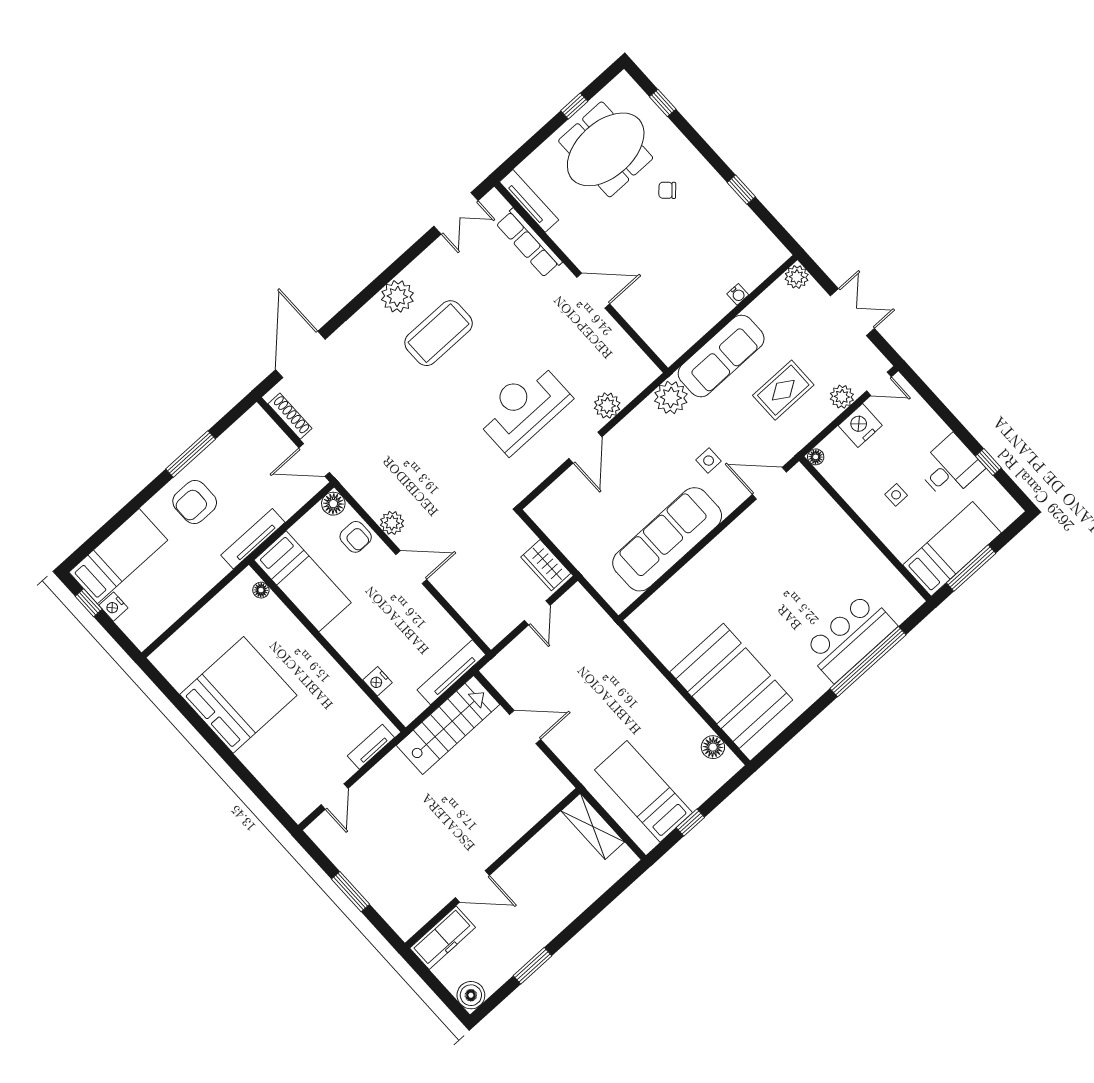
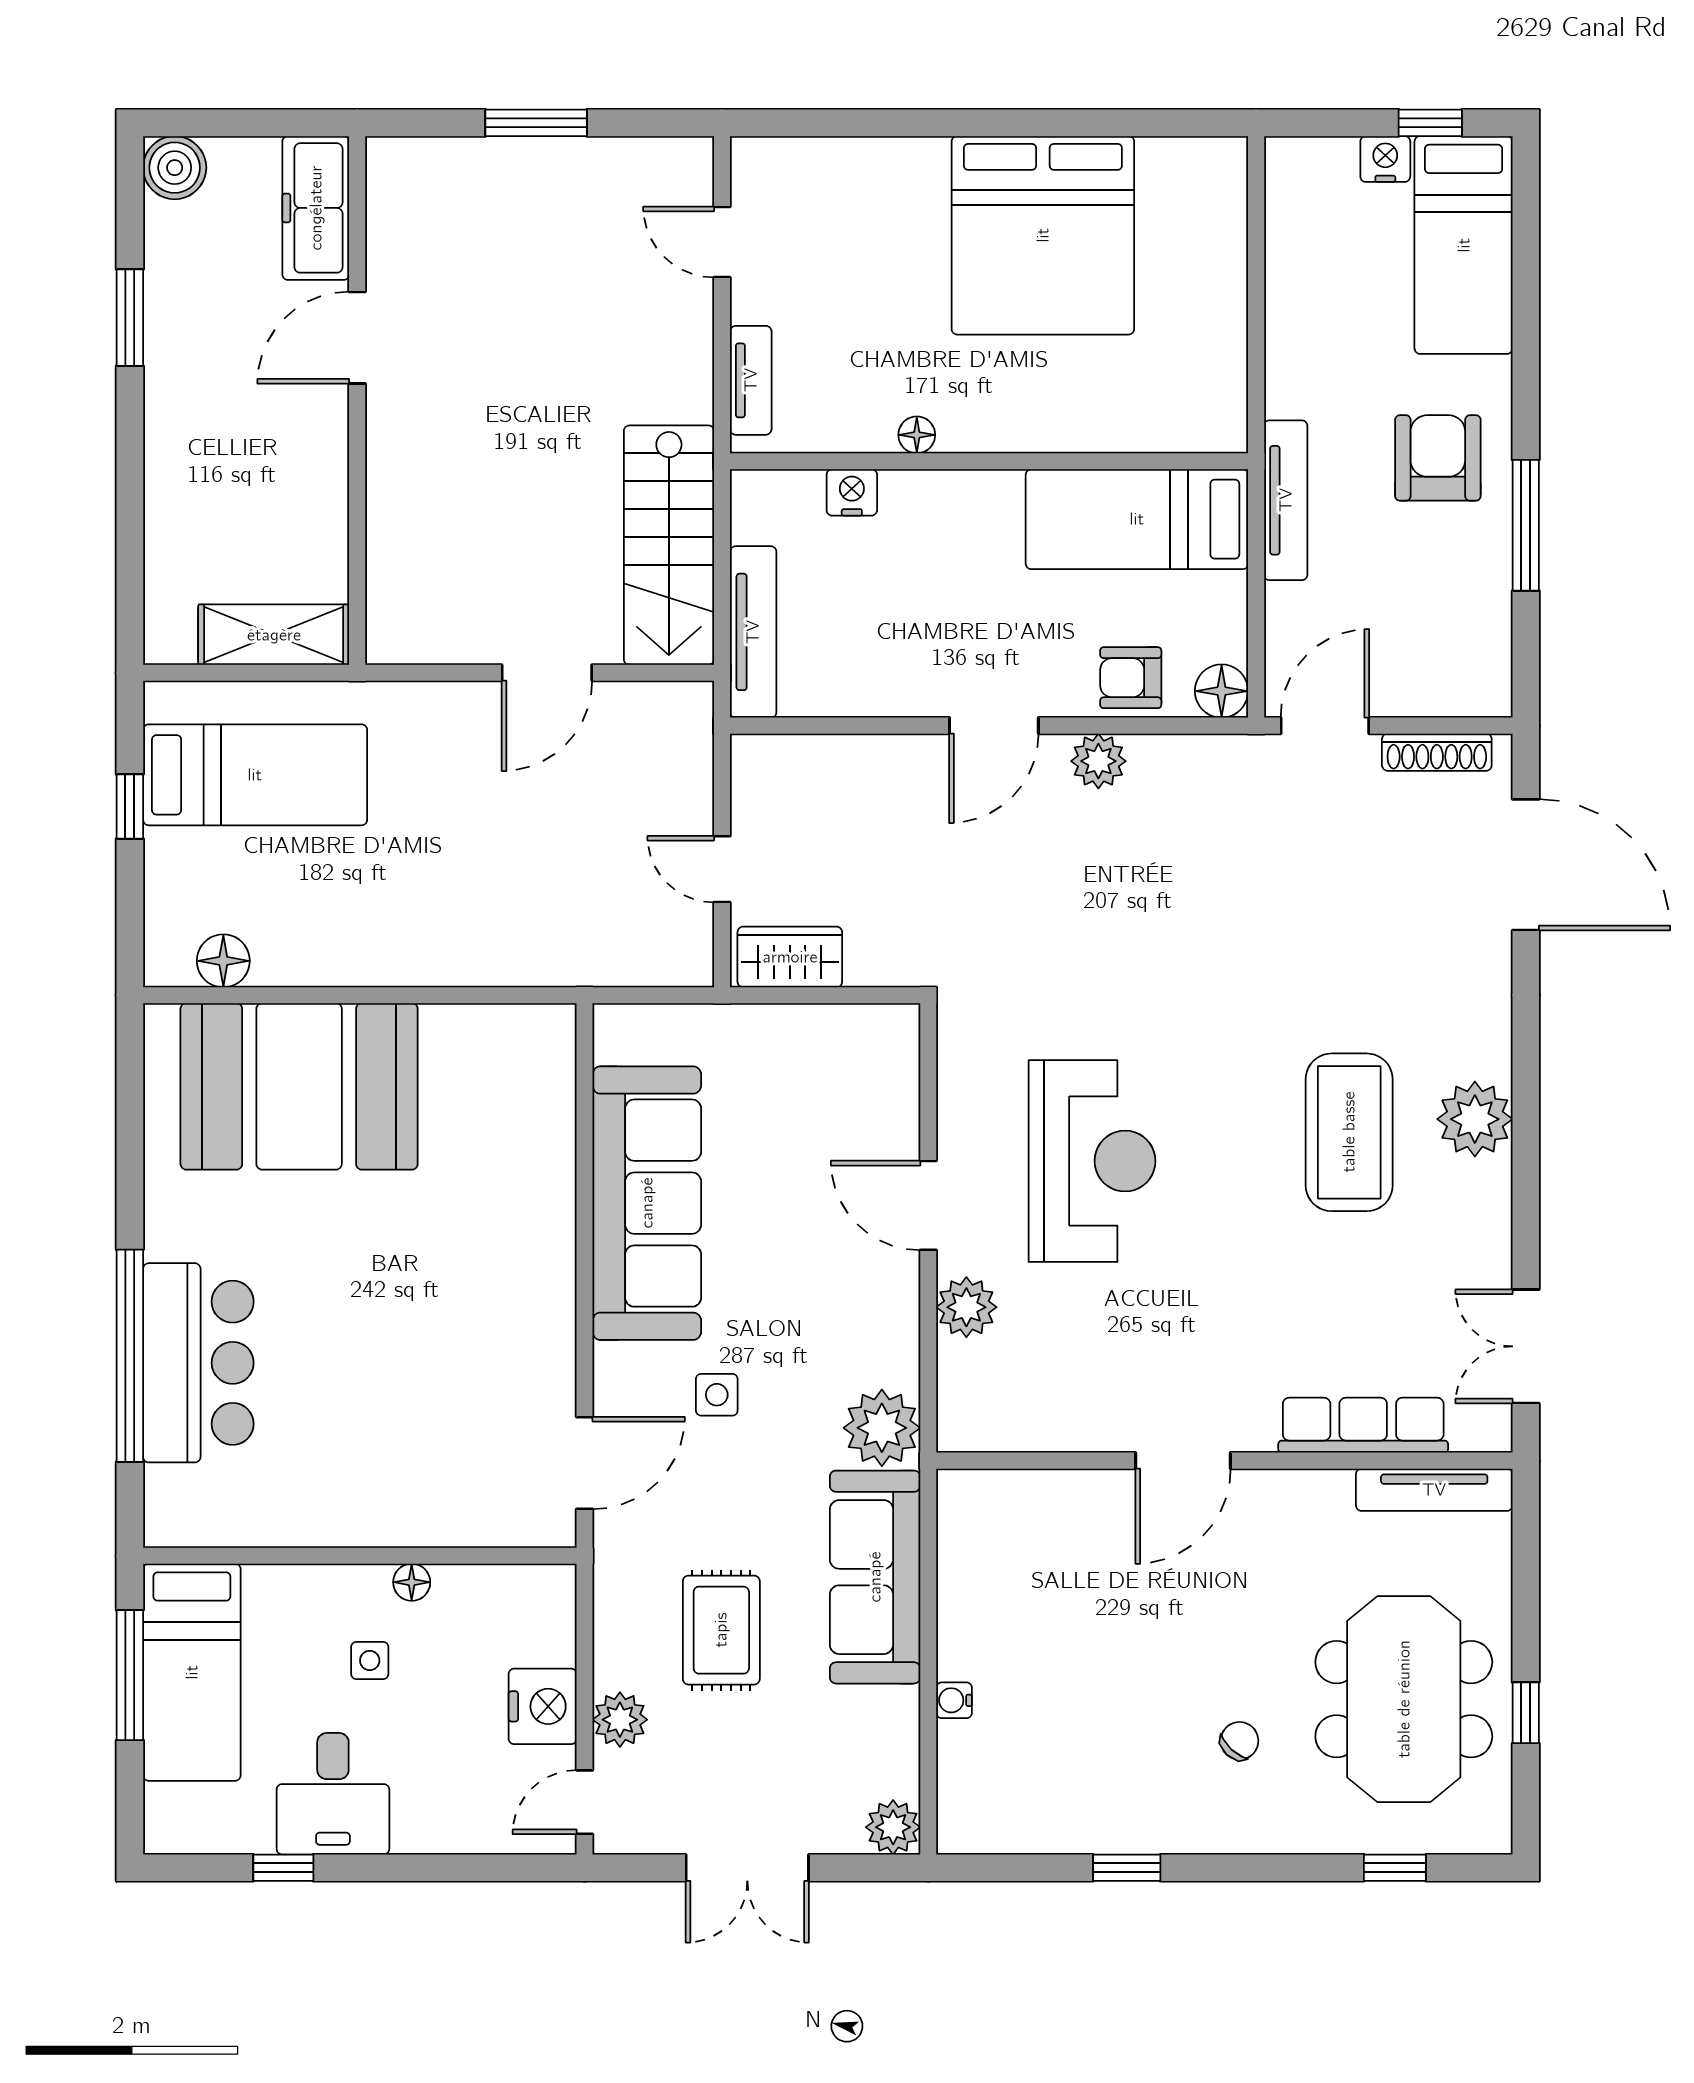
floor lamp: (816, 457) -> (412, 1582), moved
floor lamp: (261, 590) -> (917, 435), moved

